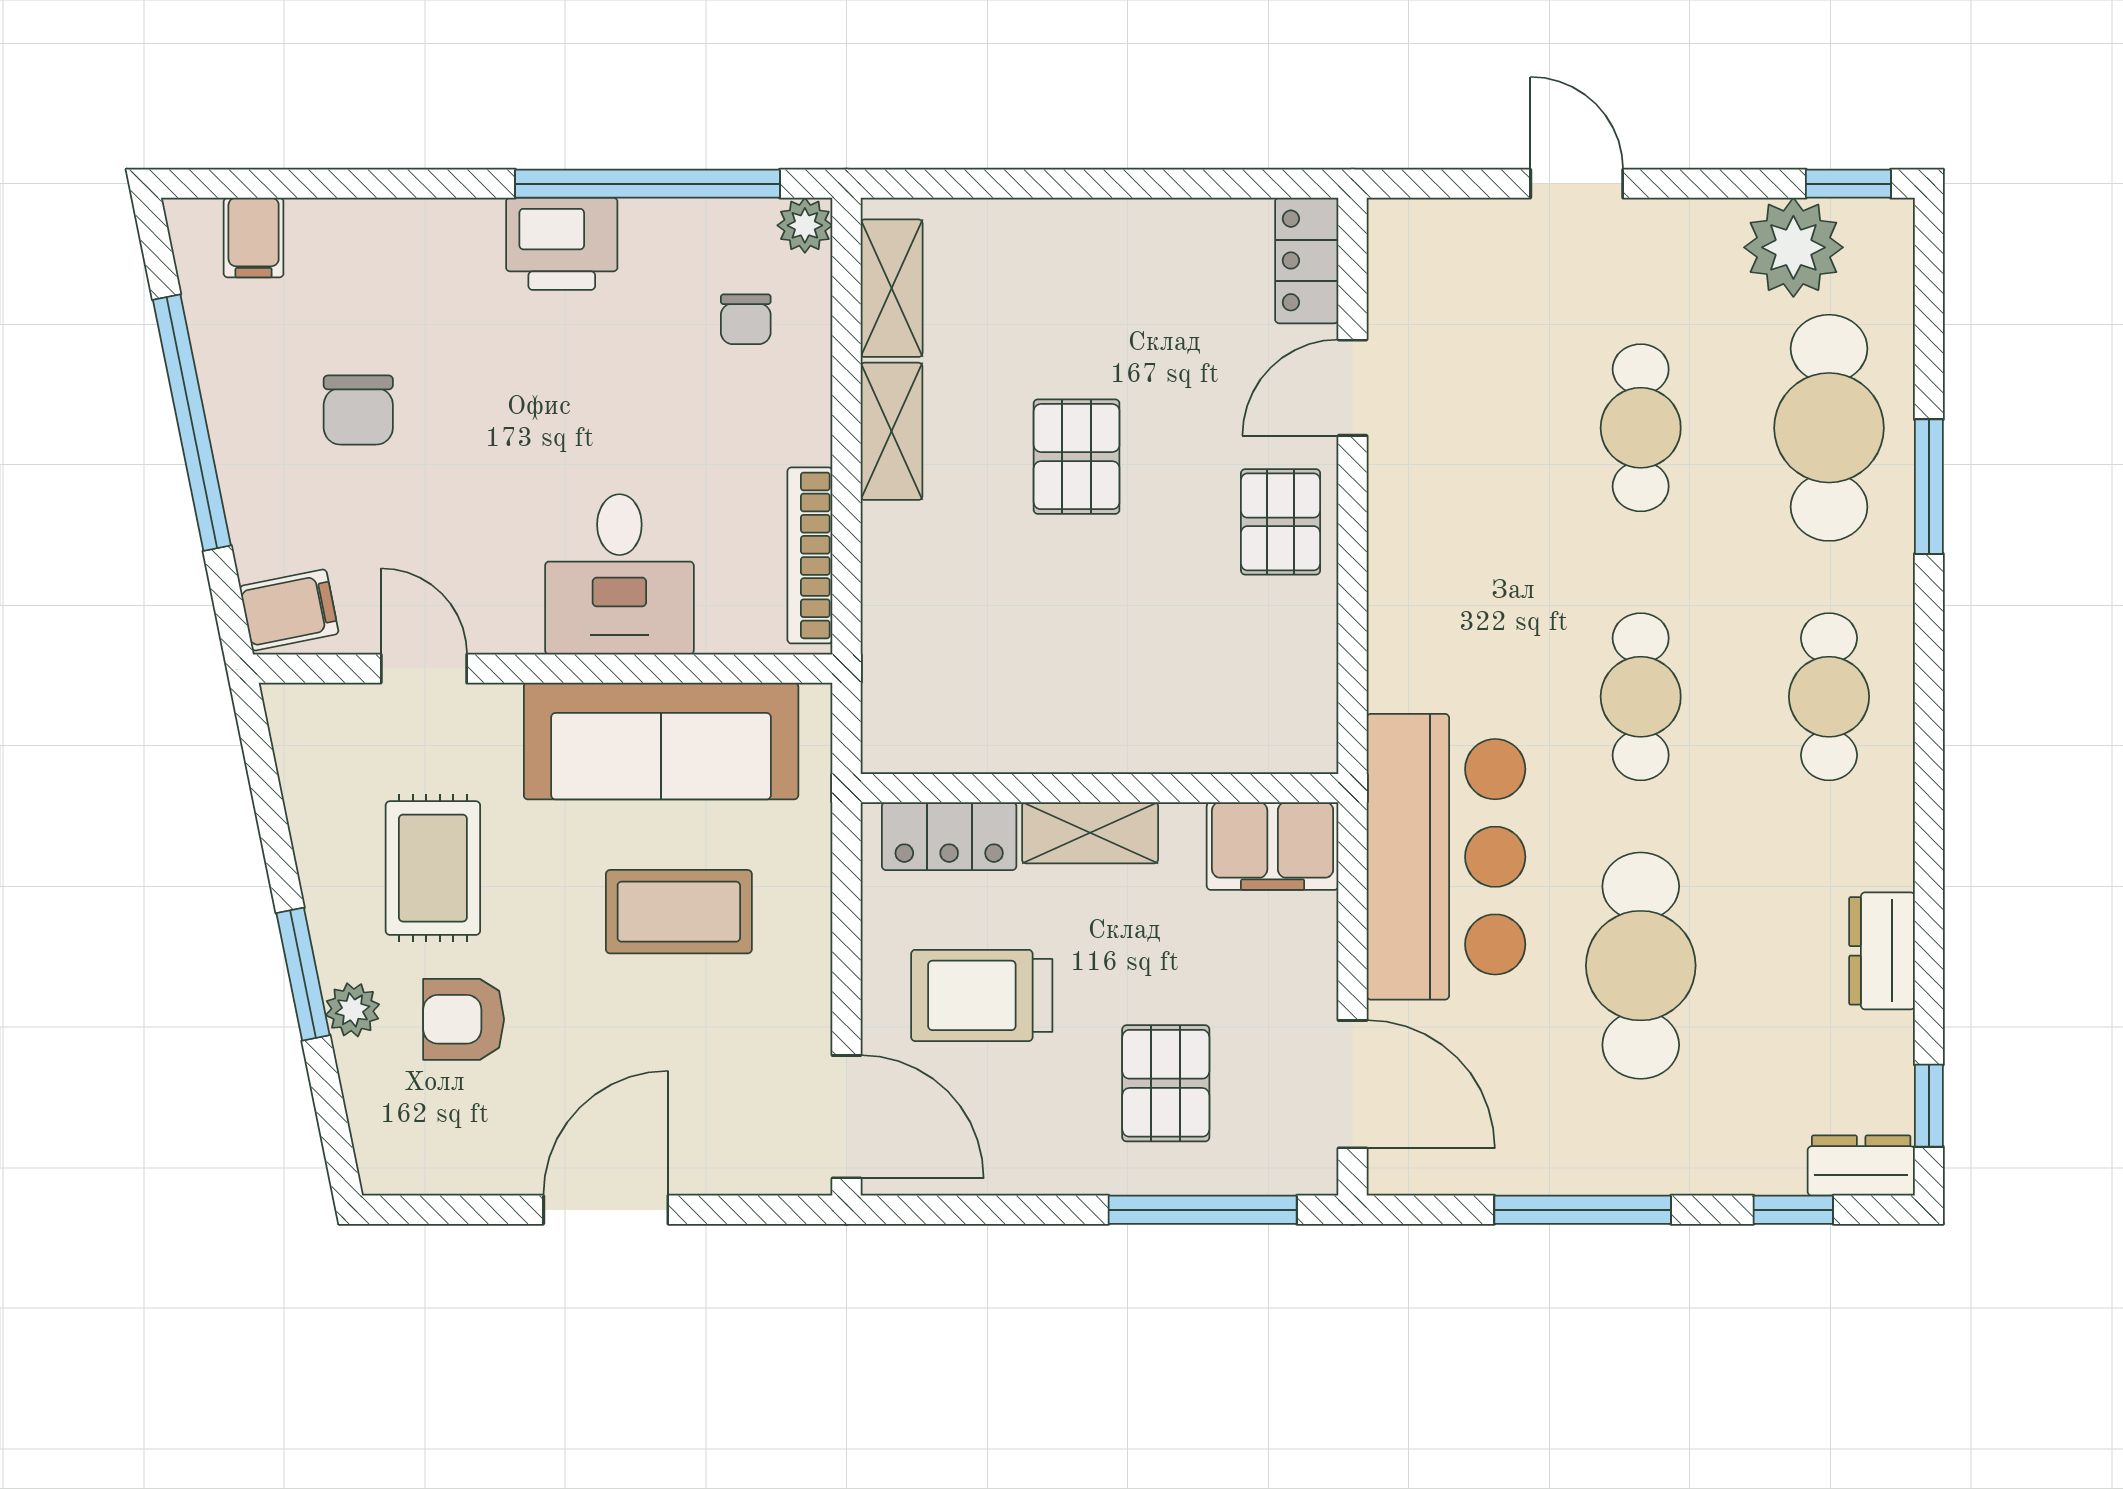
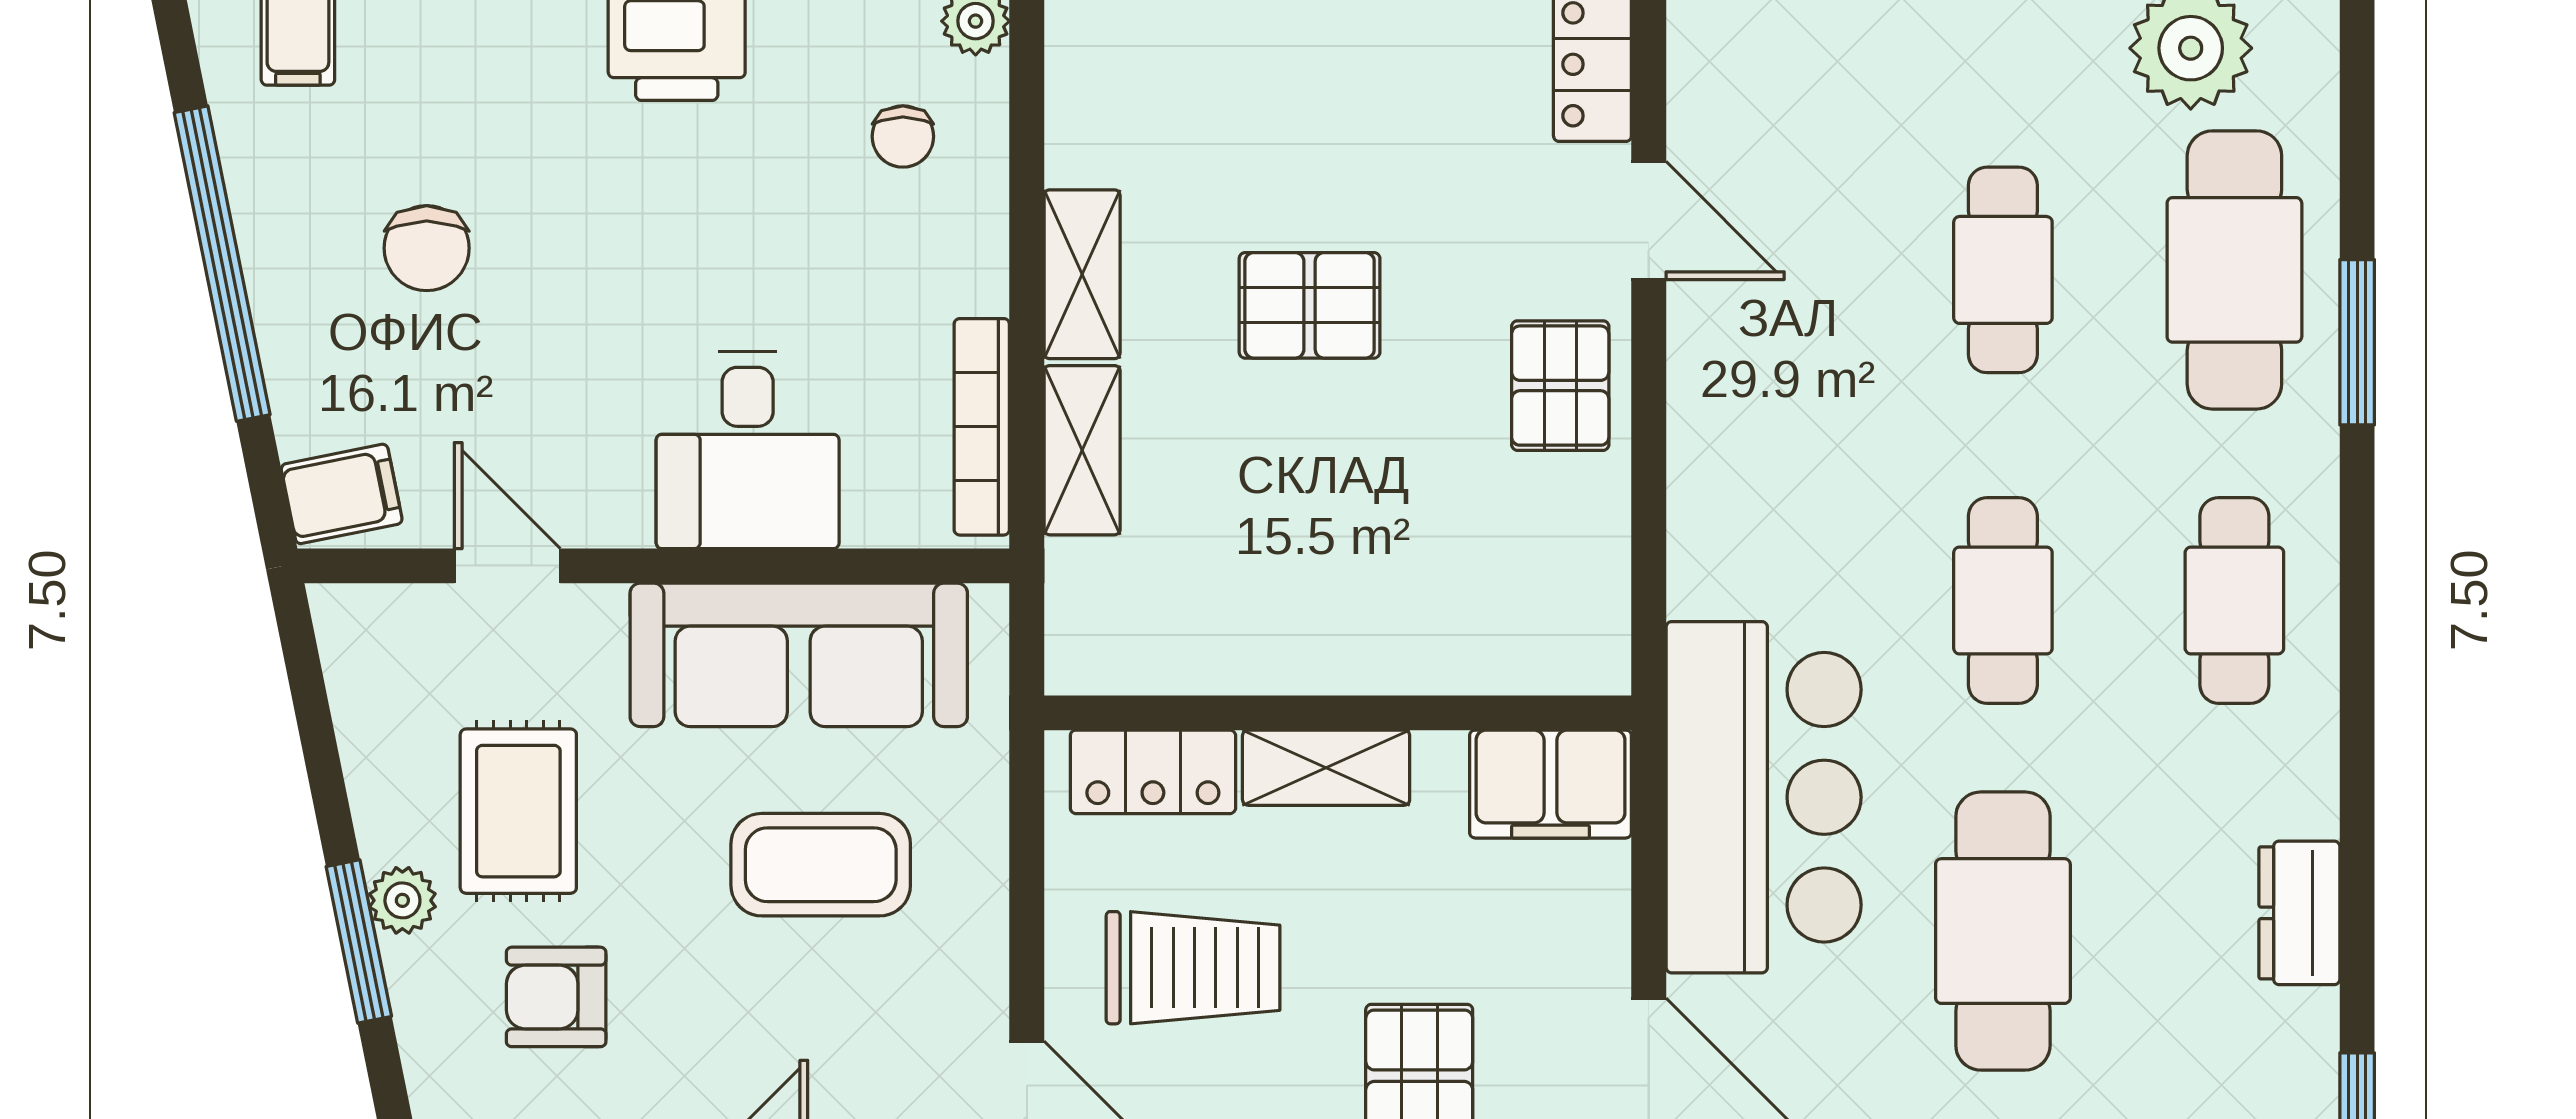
shelving: (892, 288) -> (1082, 450), moved
door: (1353, 388) -> (1649, 221), swing flipped
pallet: (1077, 457) -> (1310, 305), turned 90
trolley: (982, 995) -> (1193, 968), turned 180
plant: (352, 1010) -> (402, 900), moved

